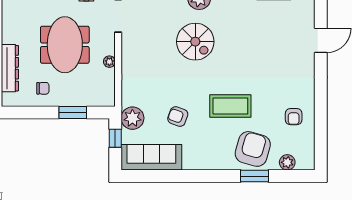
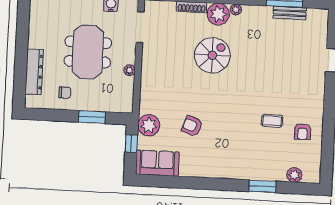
spiral stairs: (195, 42) -> (212, 55), turned -90
coffee table: (230, 106) -> (272, 121), moved, width x0.54, depth x0.58
armchair: (253, 149) -> (262, 161), removed
sofa: (151, 157) -> (157, 163), width x0.73

